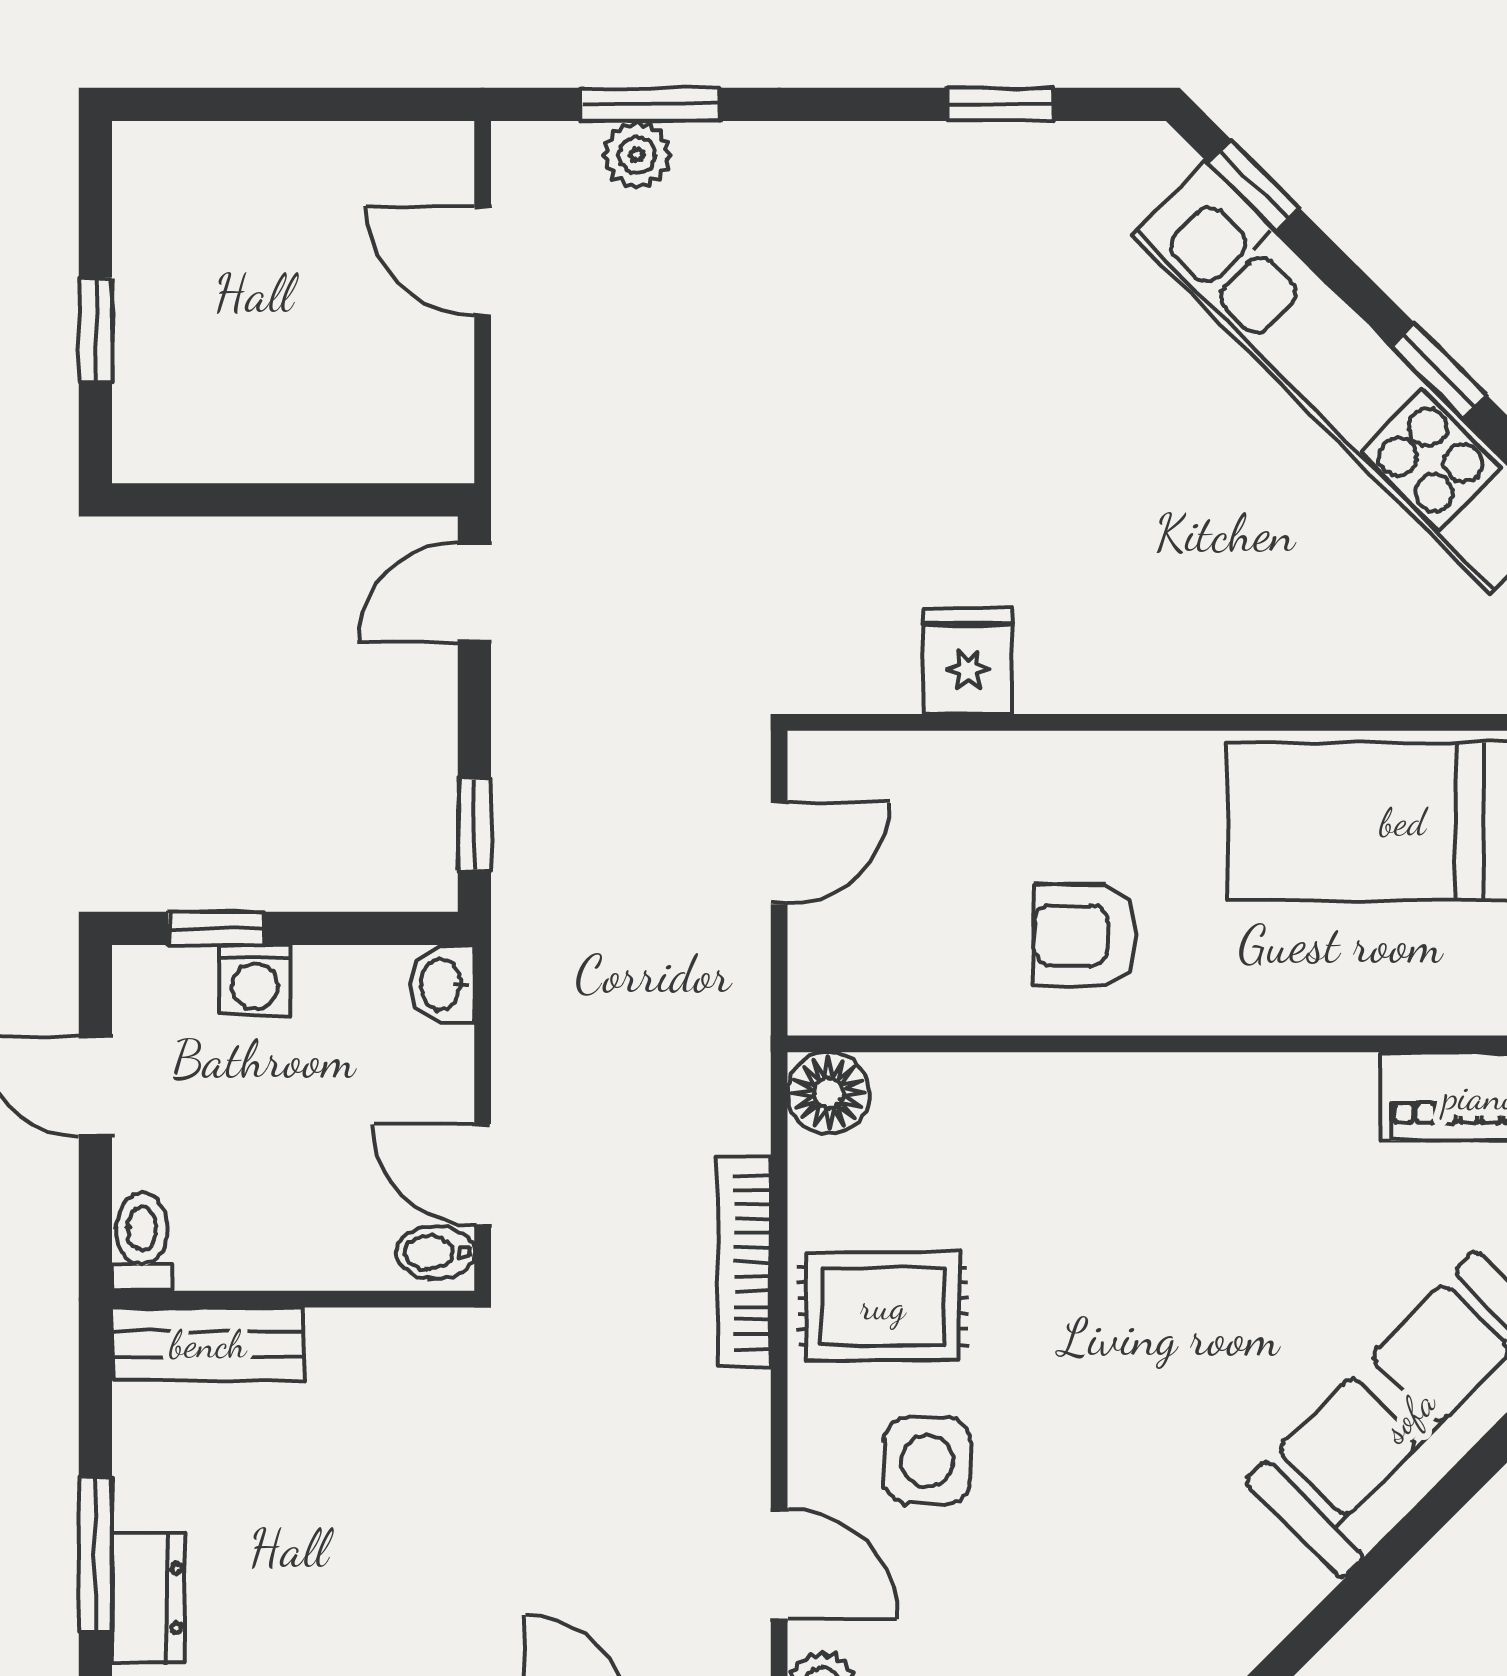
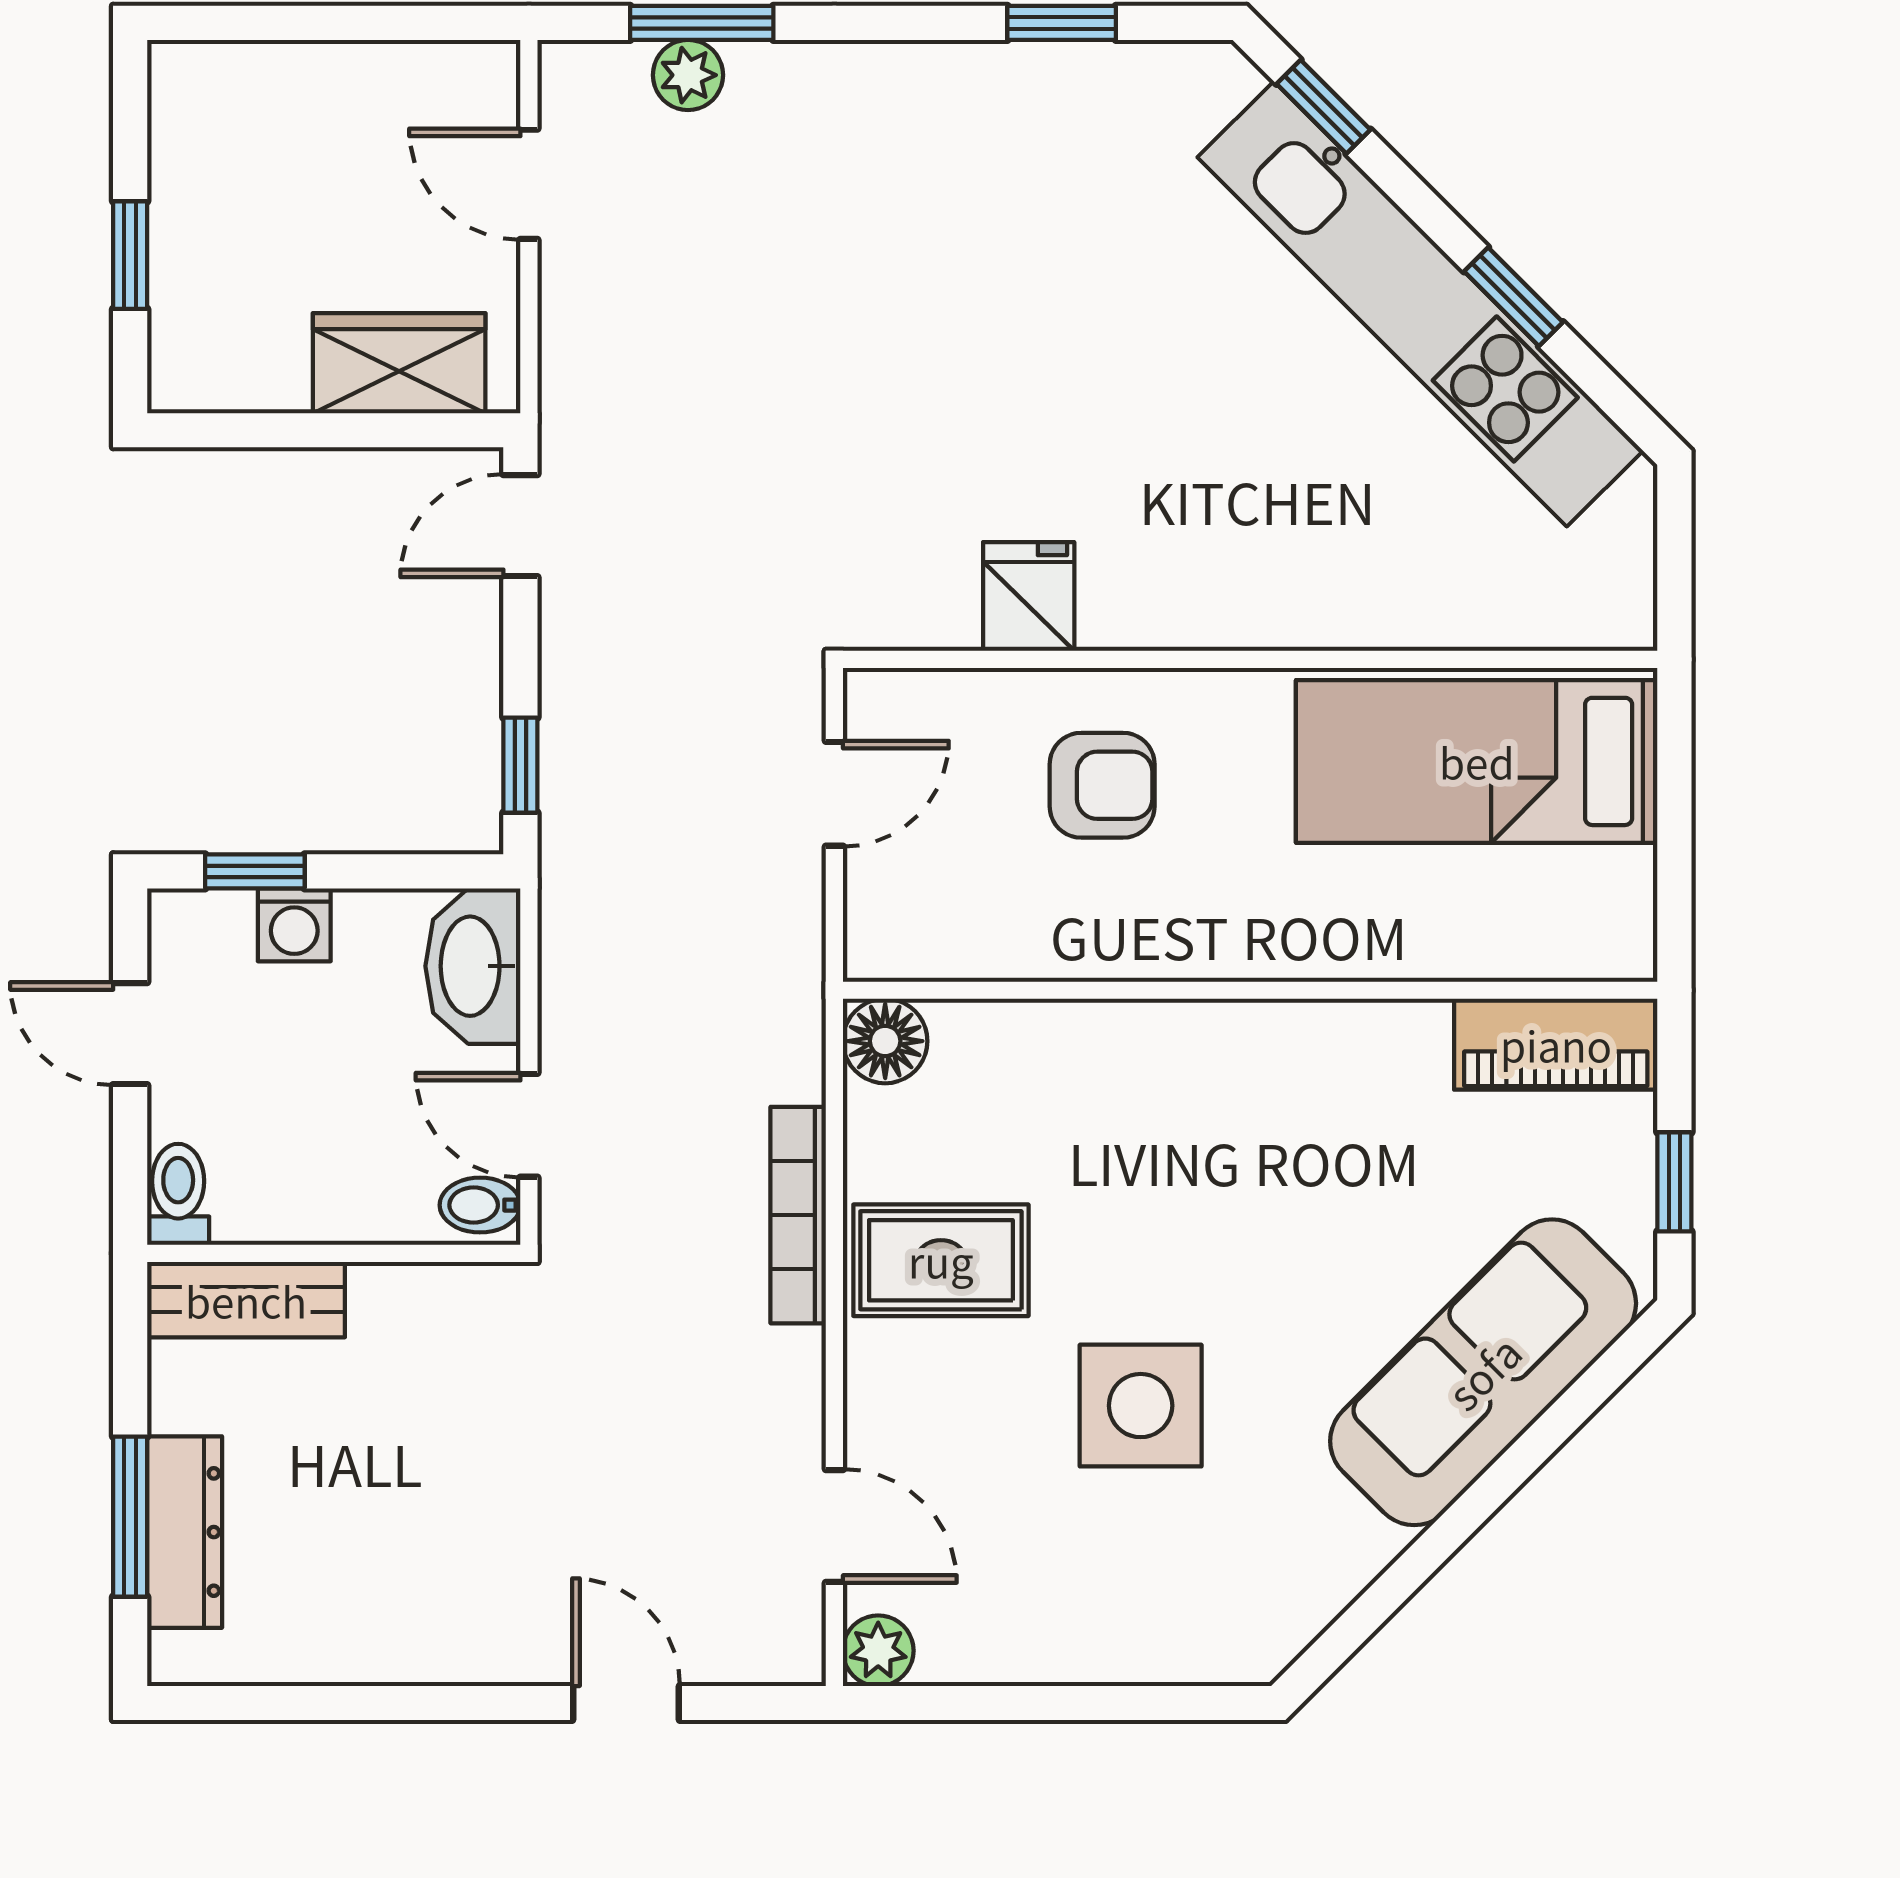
wardrobe: (356, 435) -> (399, 363), added
armchair: (1085, 936) -> (1102, 785), moved, turned 180
washbasin: (442, 984) -> (473, 966), width x1.91, depth x1.45
side table: (927, 1461) -> (1141, 1406), moved, width x1.37, depth x1.37
dresser: (148, 1598) -> (185, 1532), width x1.44

